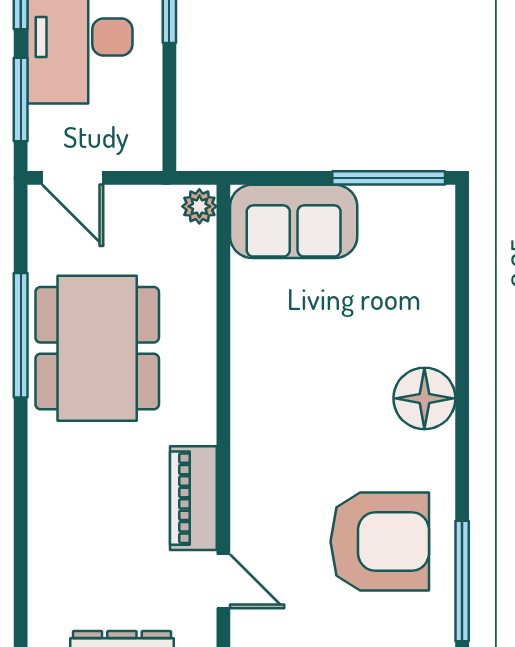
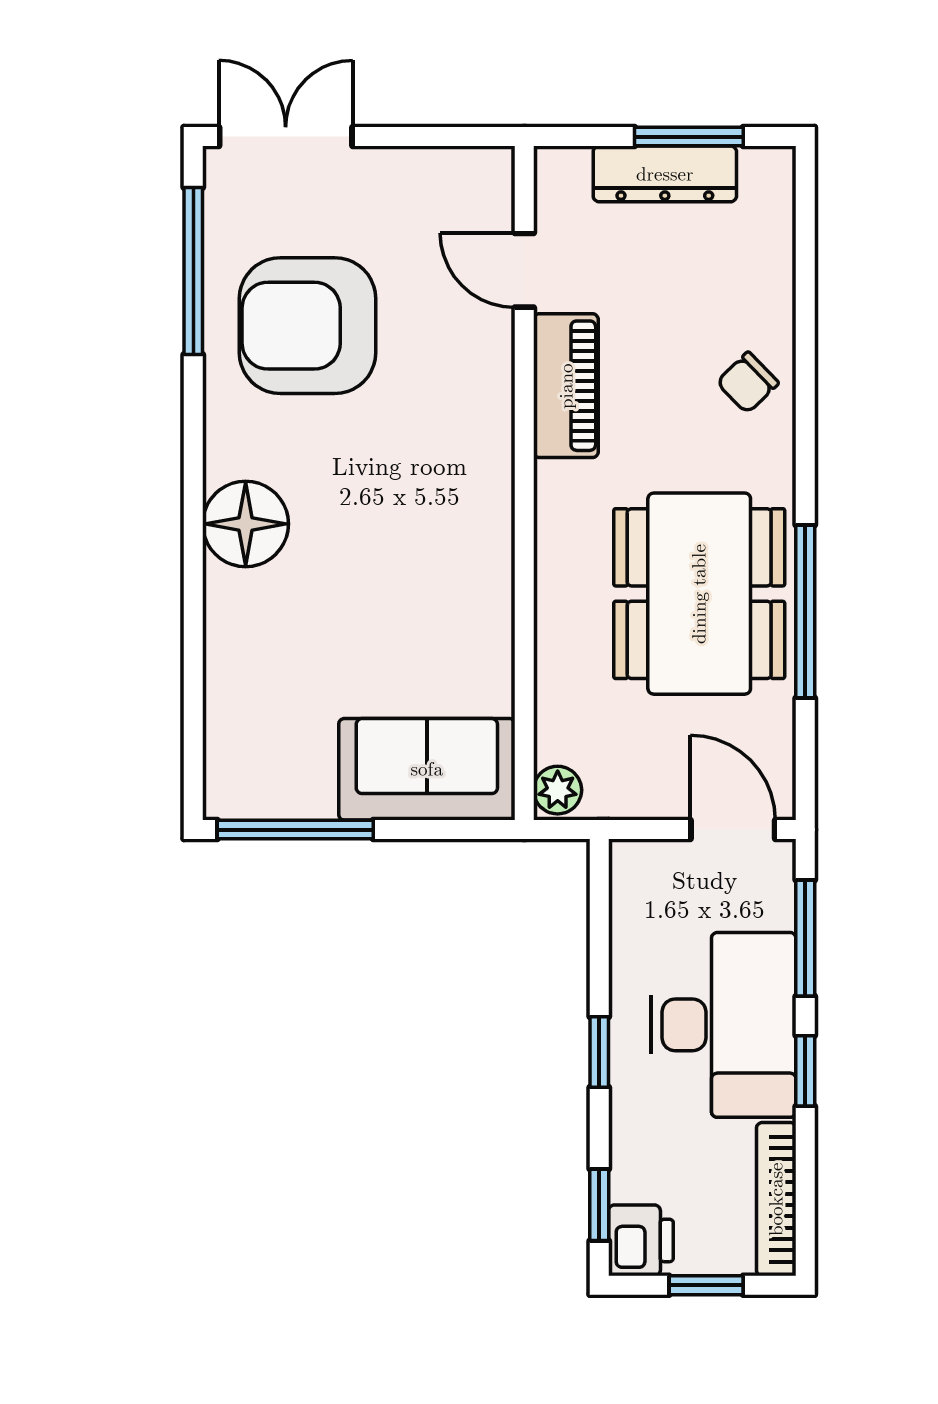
chair: (62, 500) -> (748, 383), added

